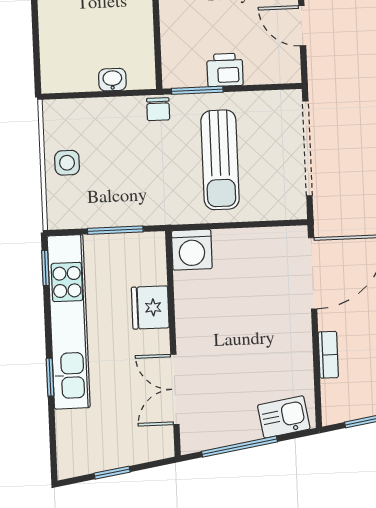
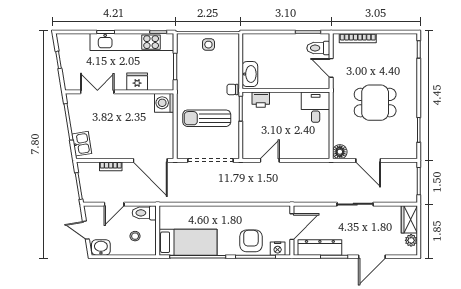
printer: (225, 70) -> (261, 100), moved, turned 90
washbasin: (112, 80) -> (250, 74), width x1.91, depth x1.45

